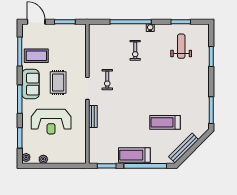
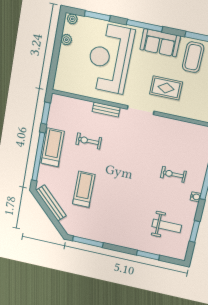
exercise bike: (107, 80) -> (89, 141), moved
rug: (58, 83) -> (166, 88), moved
reception desk: (51, 122) -> (110, 58), width x1.36, depth x1.30

